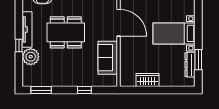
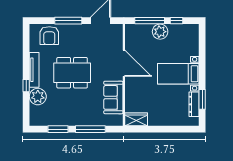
wardrobe: (147, 80) -> (136, 119), moved
window: (41, 90) -> (58, 129), moved
window: (84, 90) -> (90, 129), width x2.17

